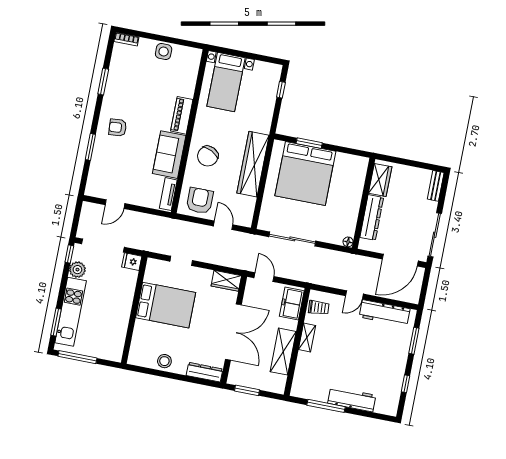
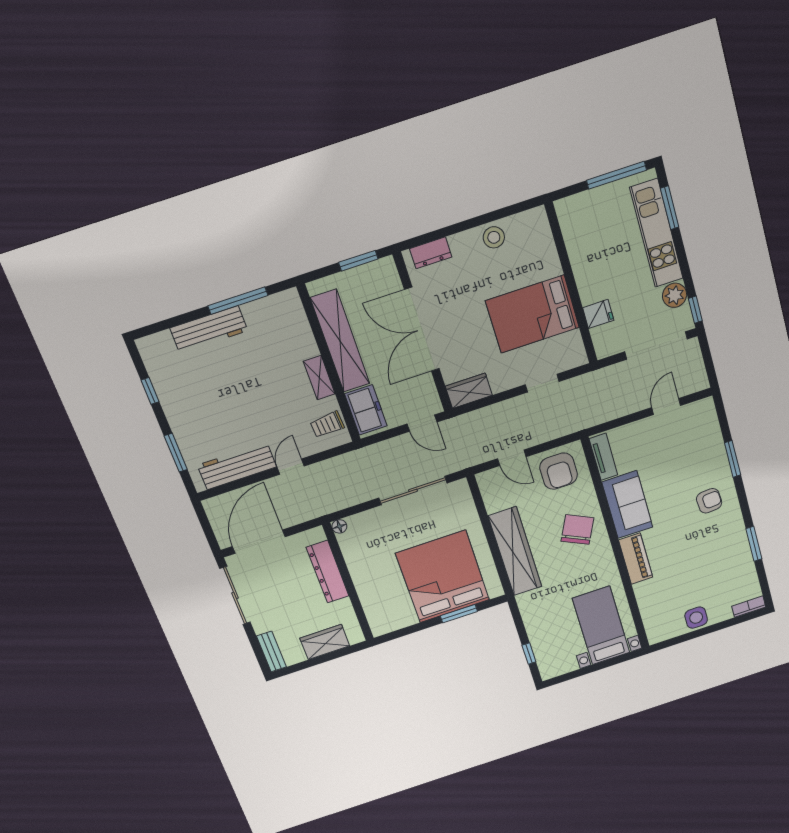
wardrobe: (380, 180) -> (325, 642), moved, turned 90
fridge: (132, 262) -> (598, 314), moved
shelving: (283, 352) -> (340, 341), width x1.47
dresser: (204, 372) -> (431, 253), width x0.70

